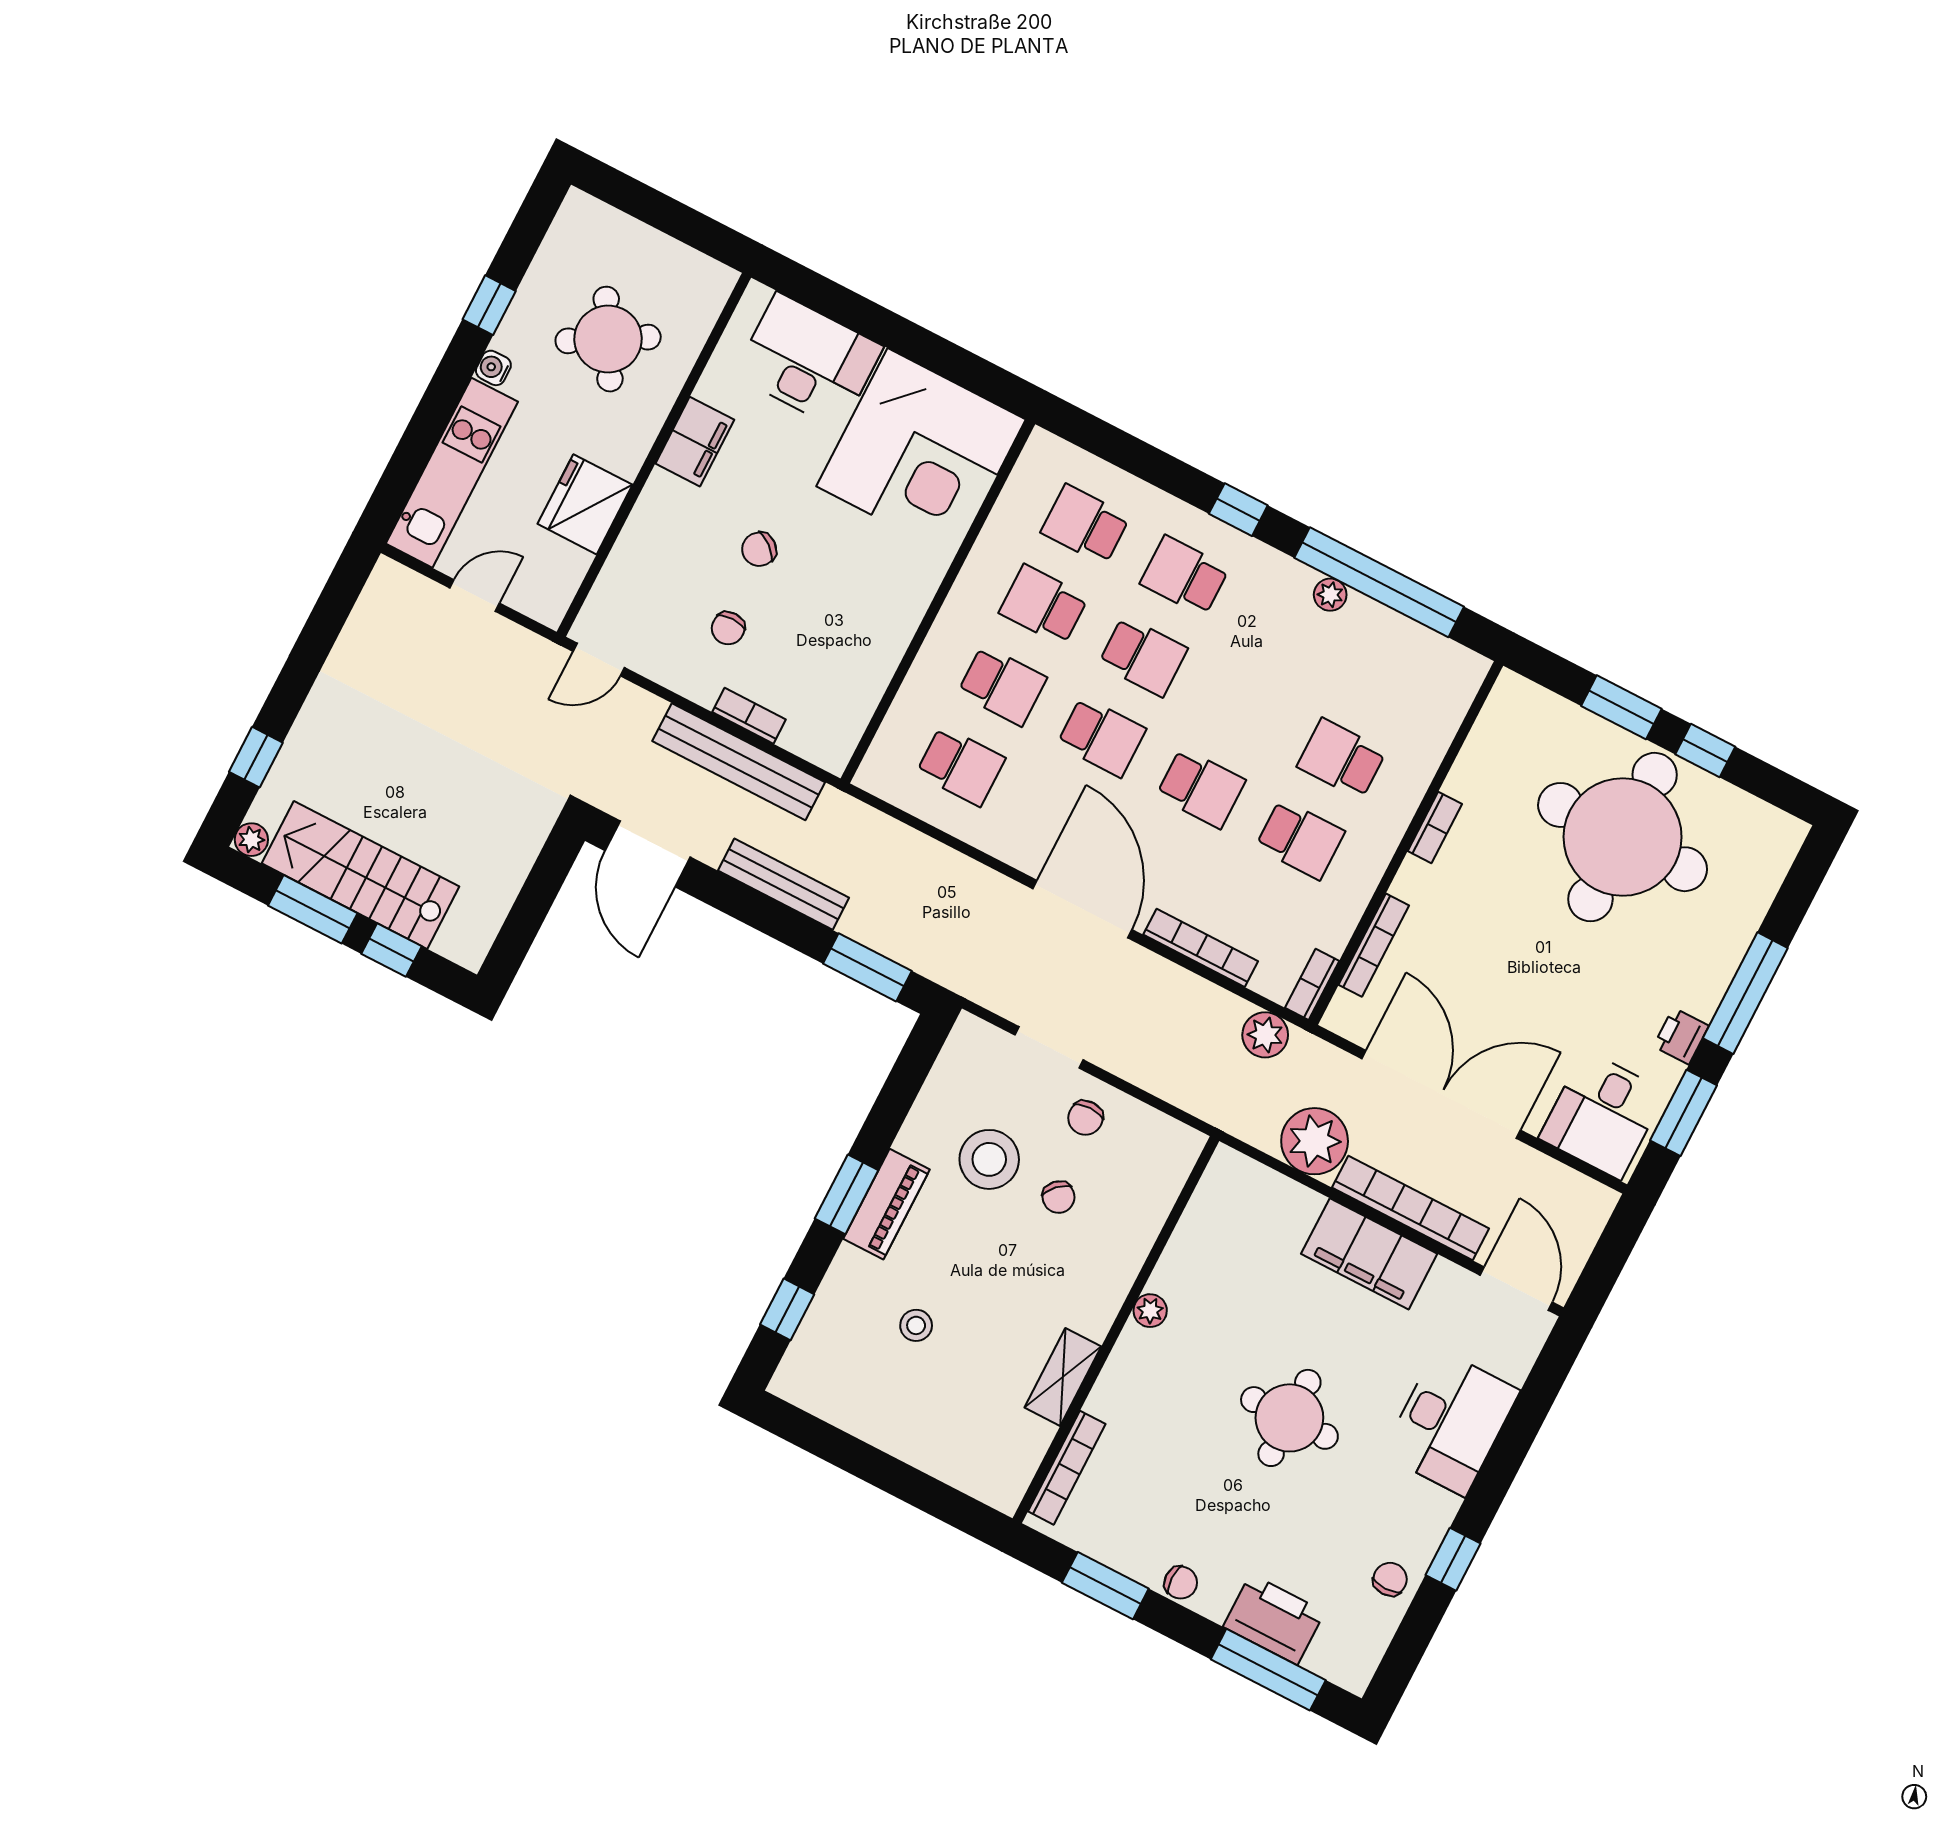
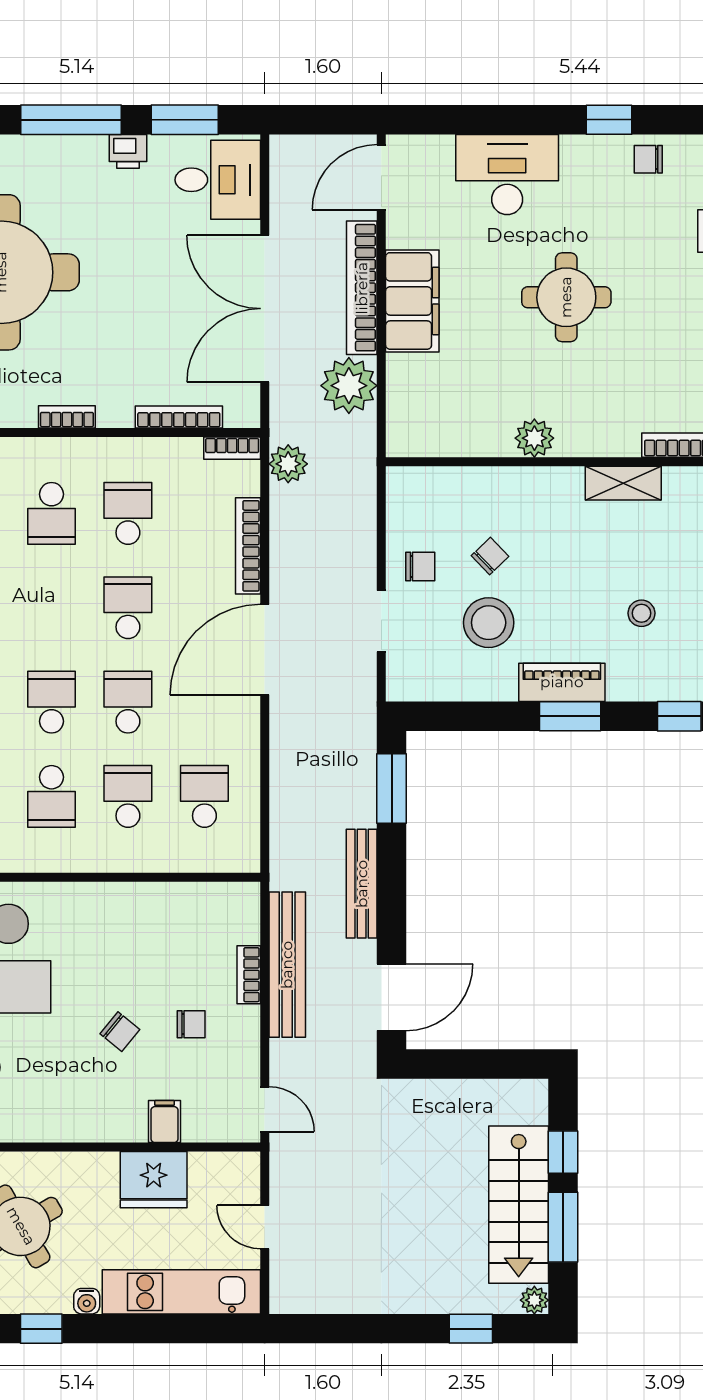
filing cabinet: (695, 442) -> (164, 1122), moved, width x0.50
plant: (1150, 1311) -> (534, 438), width x1.38, depth x1.38

